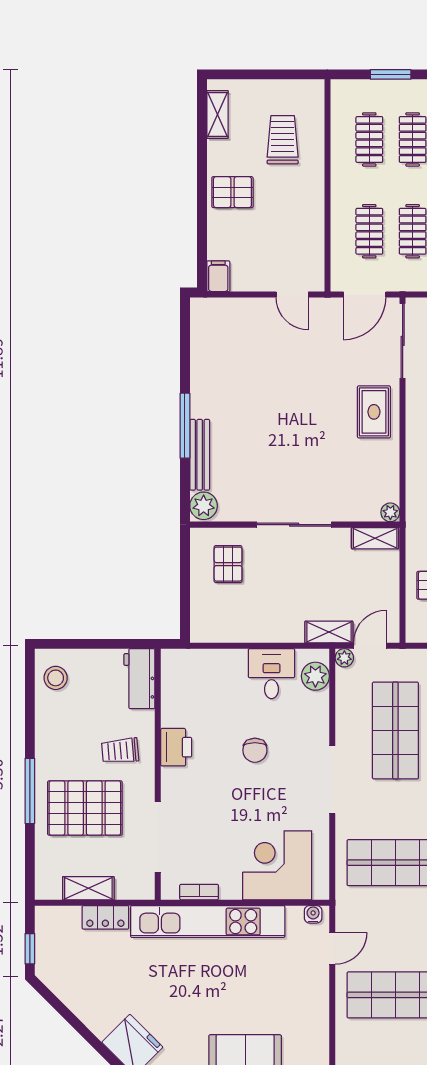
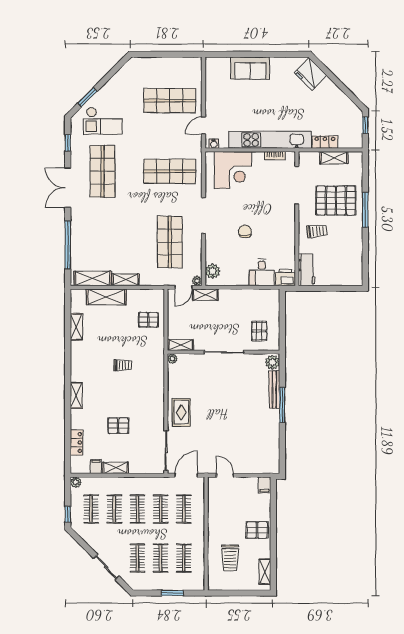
desk: (271, 674) -> (262, 272), moved
stool: (56, 678) -> (352, 270), removed
printer: (176, 747) -> (285, 277), moved, turned 90

